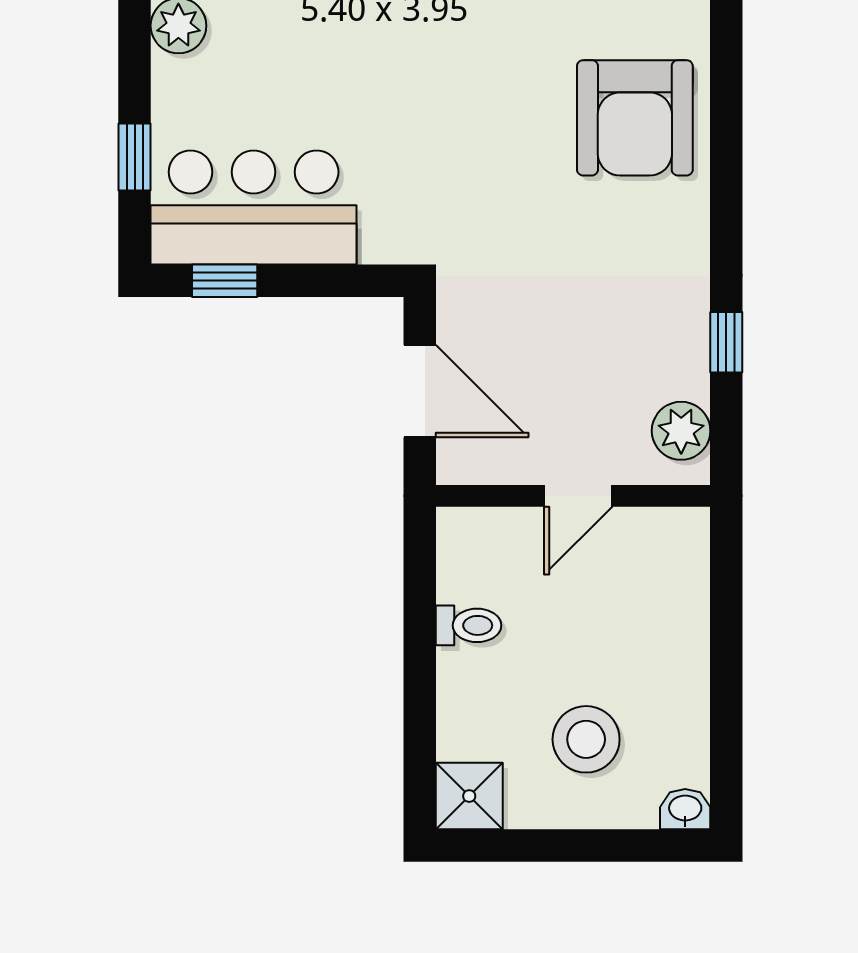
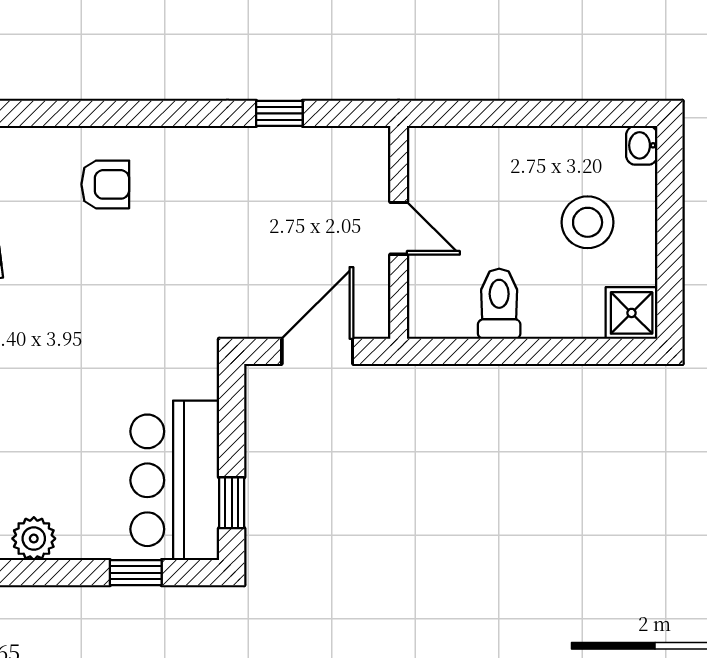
armchair: (635, 118) -> (105, 184), width x0.53, depth x0.53
plant: (681, 431) -> (348, 149), removed
toilet: (469, 625) -> (499, 304), width x1.37, depth x1.39

